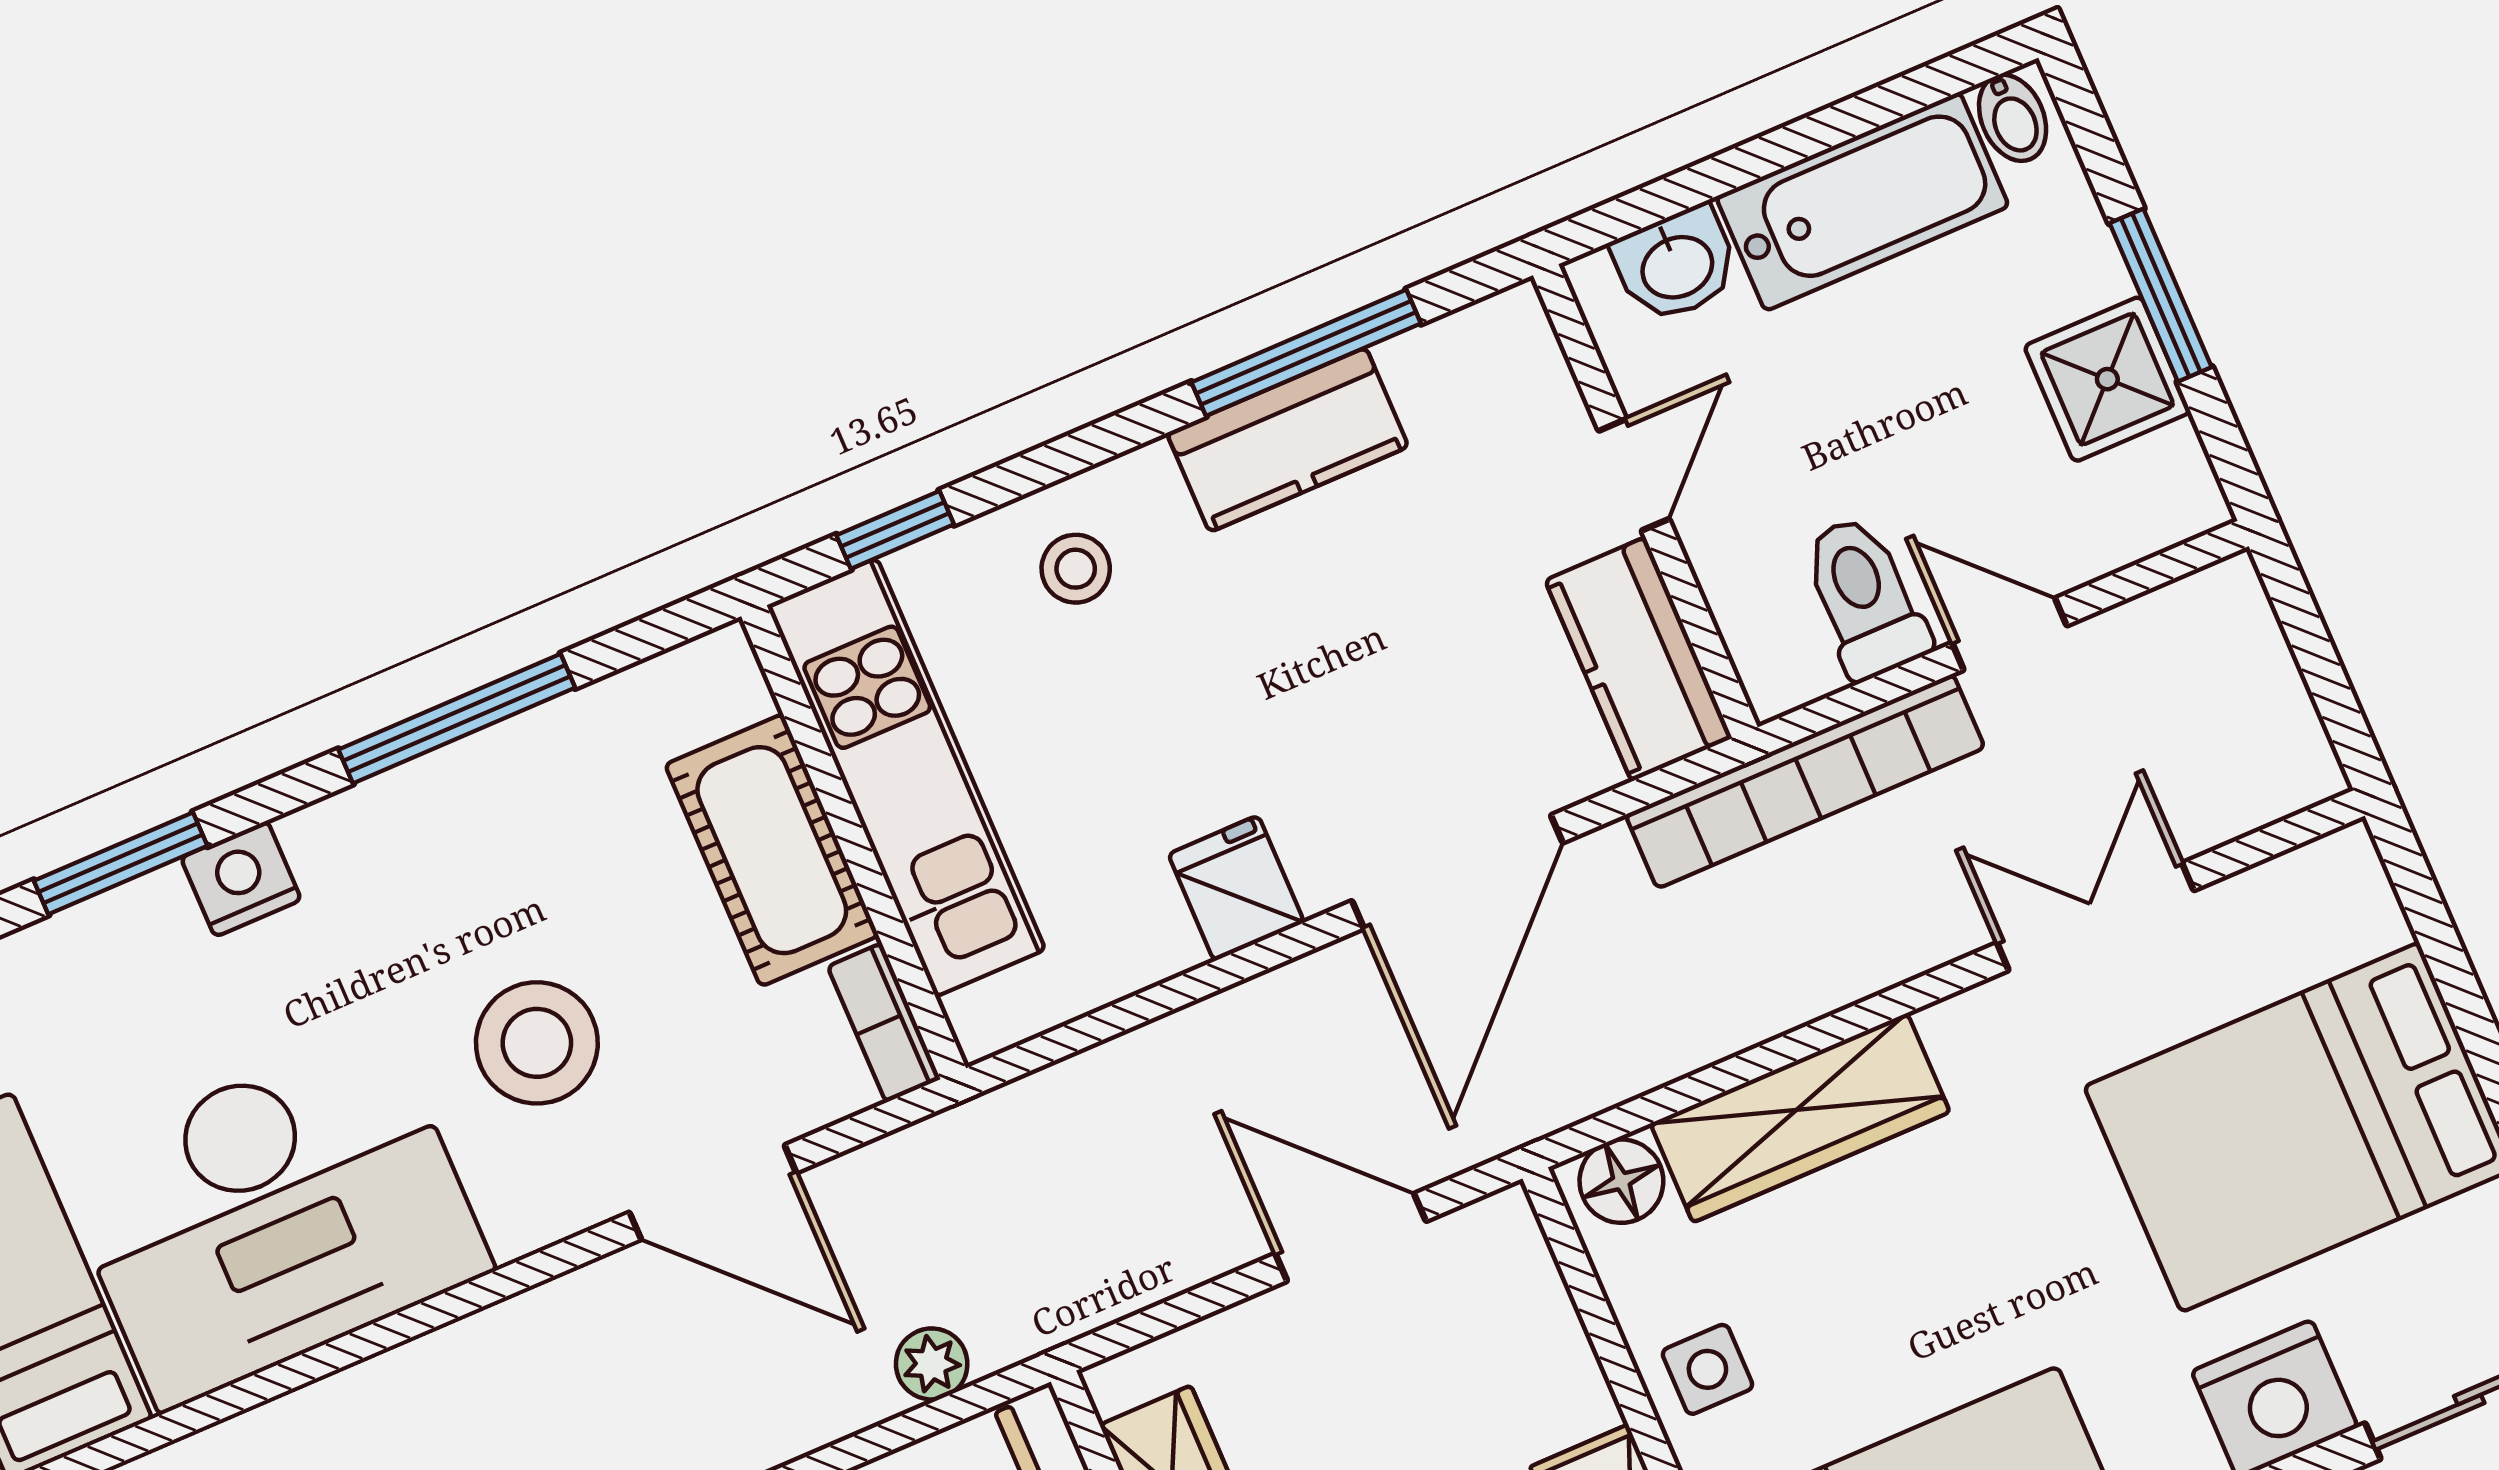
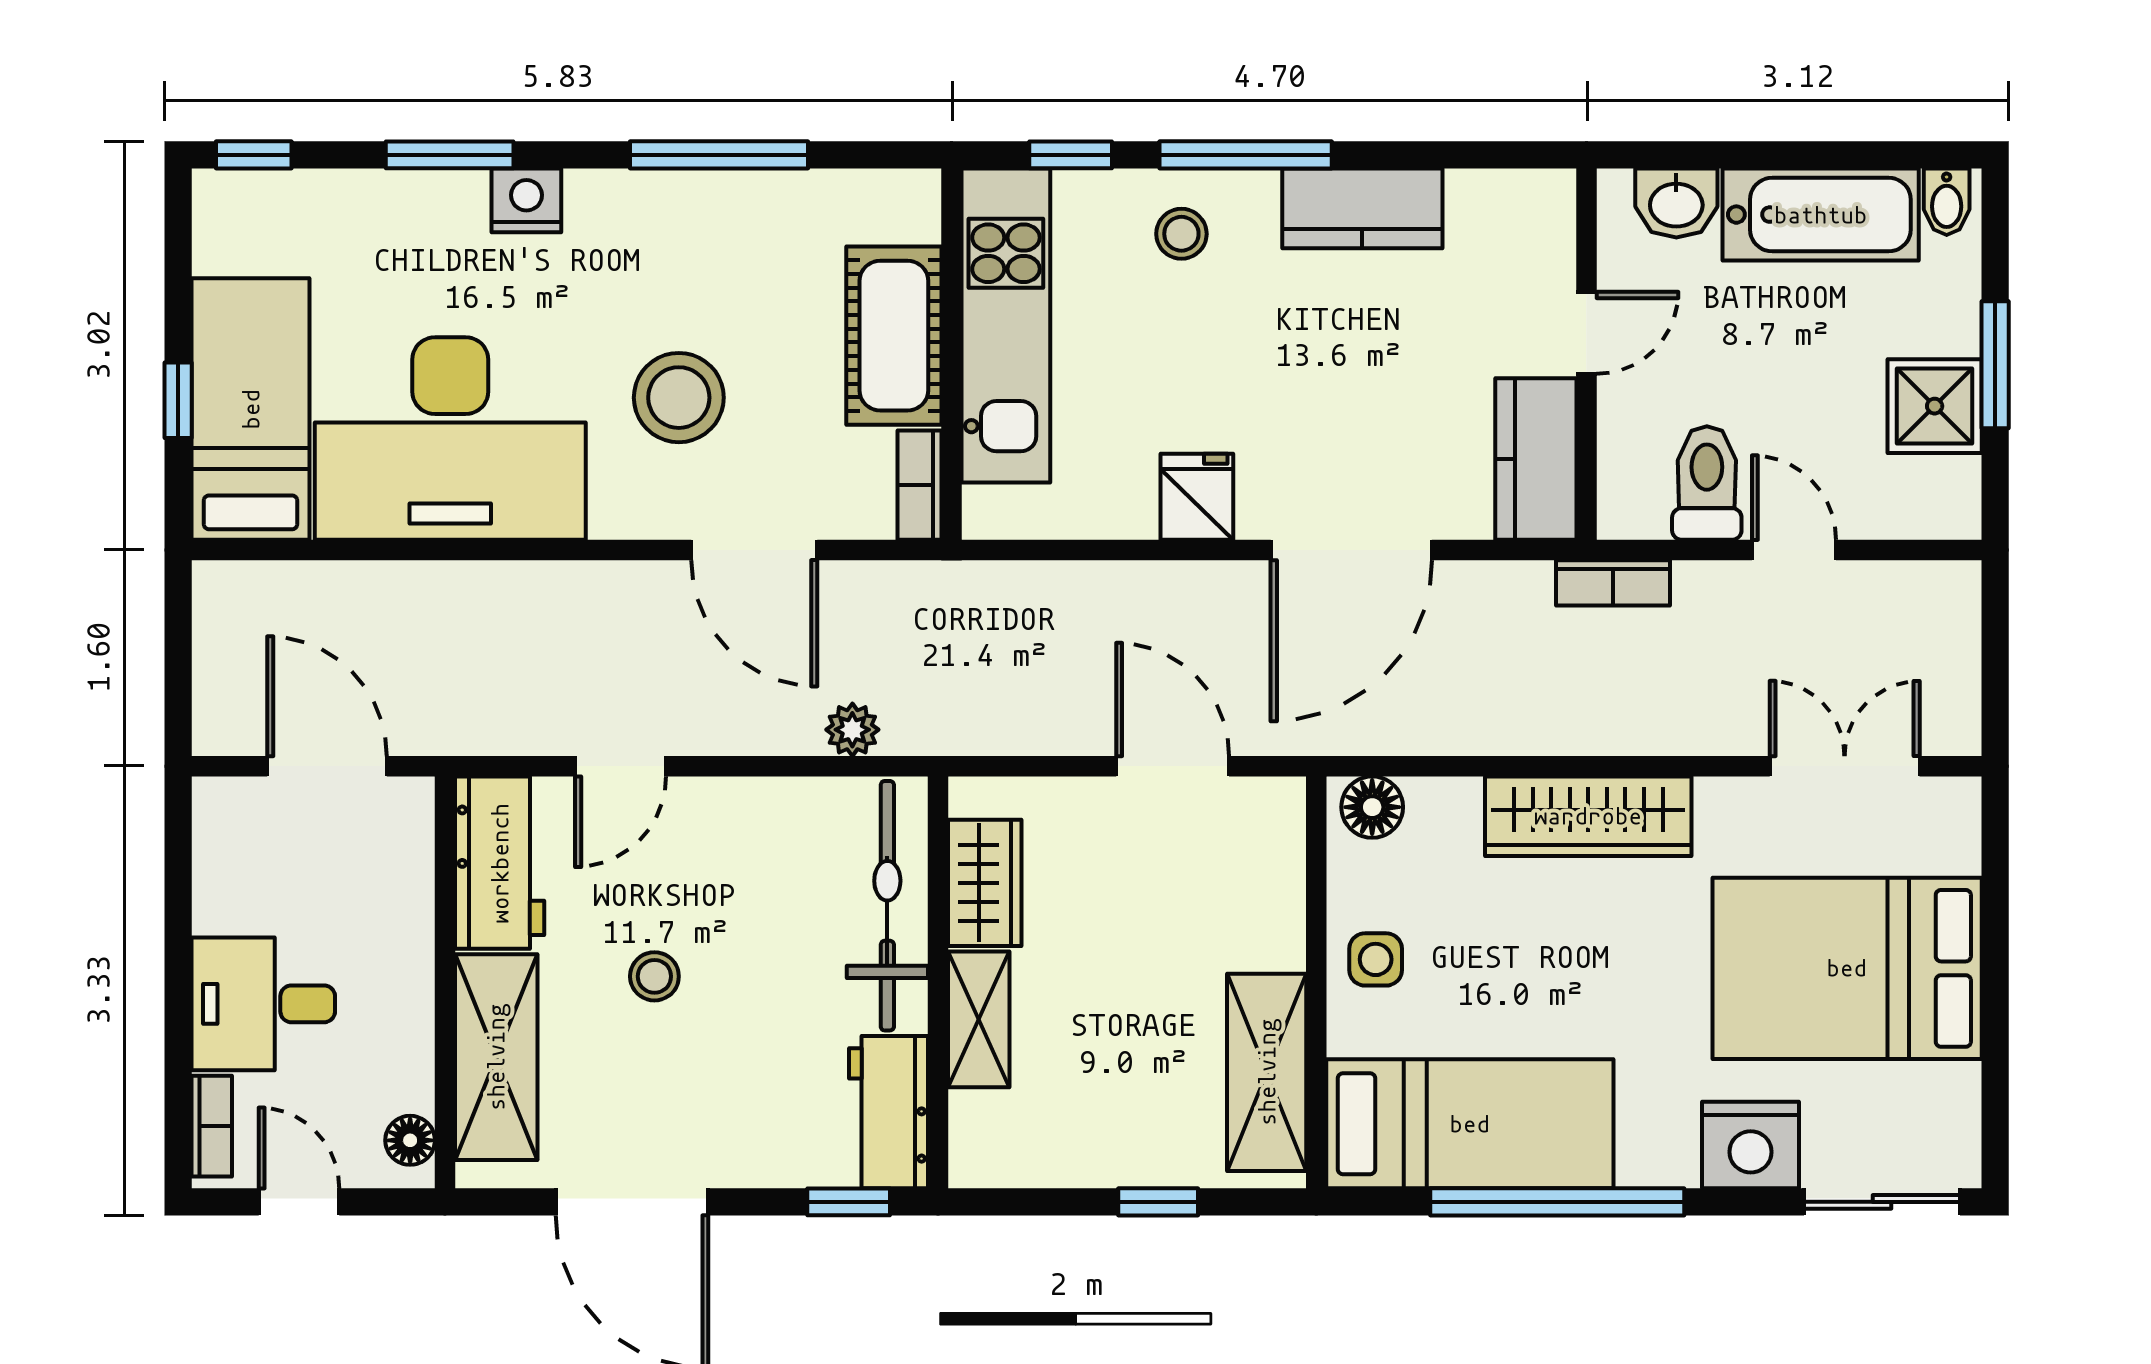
window: (1306, 353) -> (1246, 155), moved
bookcase: (1805, 781) -> (1613, 583), width x0.43, depth x0.76
double door: (2095, 917) -> (1845, 766), moved
wardrobe: (1800, 1118) -> (1588, 816), moved

